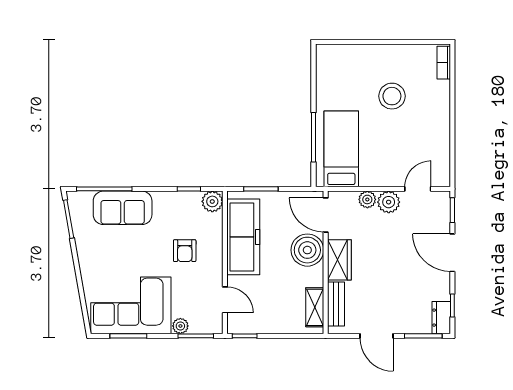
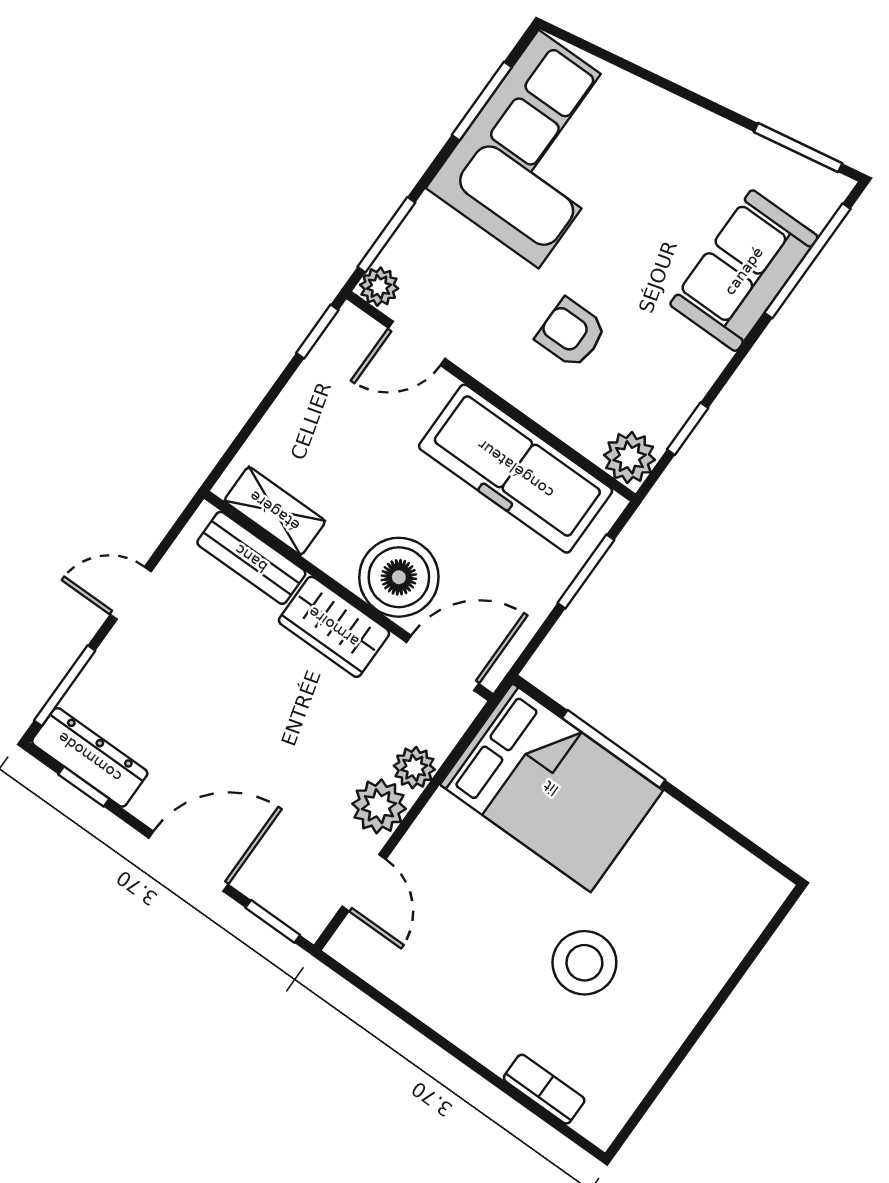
bookcase: (444, 63) -> (544, 1089), moved
bed: (341, 149) -> (551, 788), width x1.50
dresser: (441, 318) -> (90, 757), width x1.44
plant: (180, 326) -> (379, 287), moved
door: (377, 336) -> (131, 593), width x0.73

